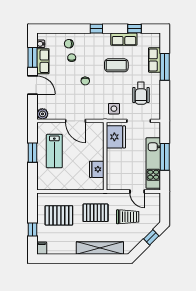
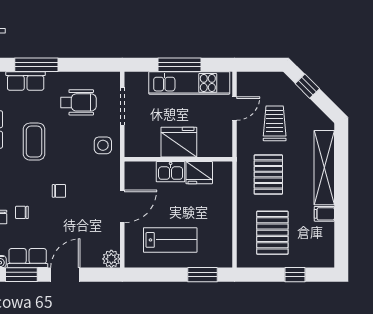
fridge: (116, 137) -> (179, 142), moved
kitchen sink: (97, 151) -> (171, 172), added
window: (33, 153) -> (203, 275), moved
filing cabinet: (42, 248) -> (324, 214), moved

